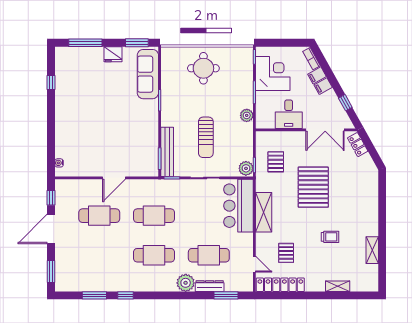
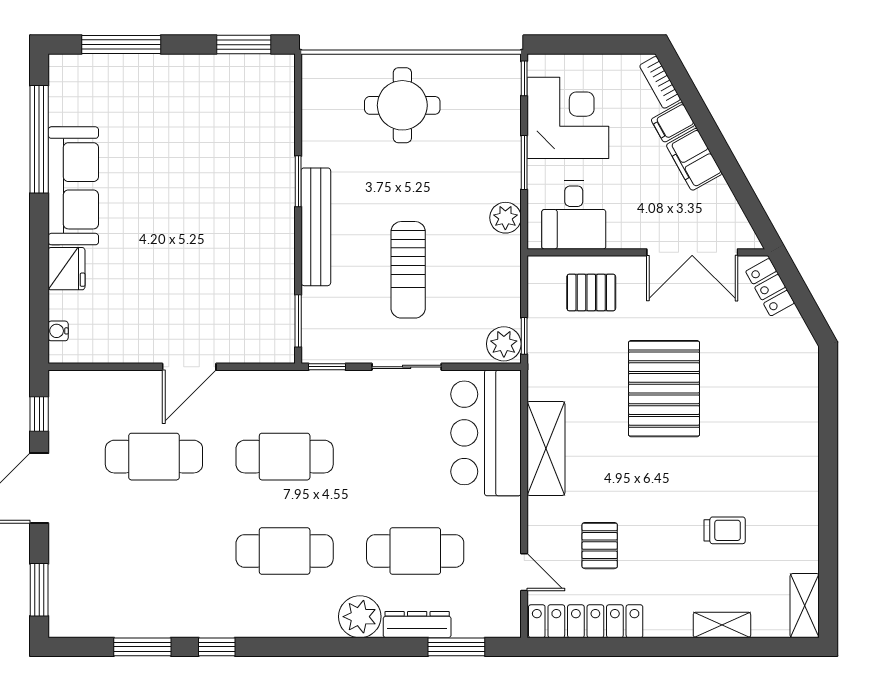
fridge: (113, 54) -> (66, 269), moved, turned -90
sofa: (148, 74) -> (73, 186), moved, turned 180
window: (51, 83) -> (39, 139), width x3.17
filing cabinet: (323, 86) -> (694, 159), width x2.00
window: (345, 103) -> (741, 187), removed
desk: (289, 114) -> (574, 215), moved
bench: (167, 152) -> (316, 227), moved
pallet: (276, 162) -> (591, 293), moved, turned 90
trolley: (330, 237) -> (725, 530), moved
shelving: (372, 250) -> (805, 606), moved

